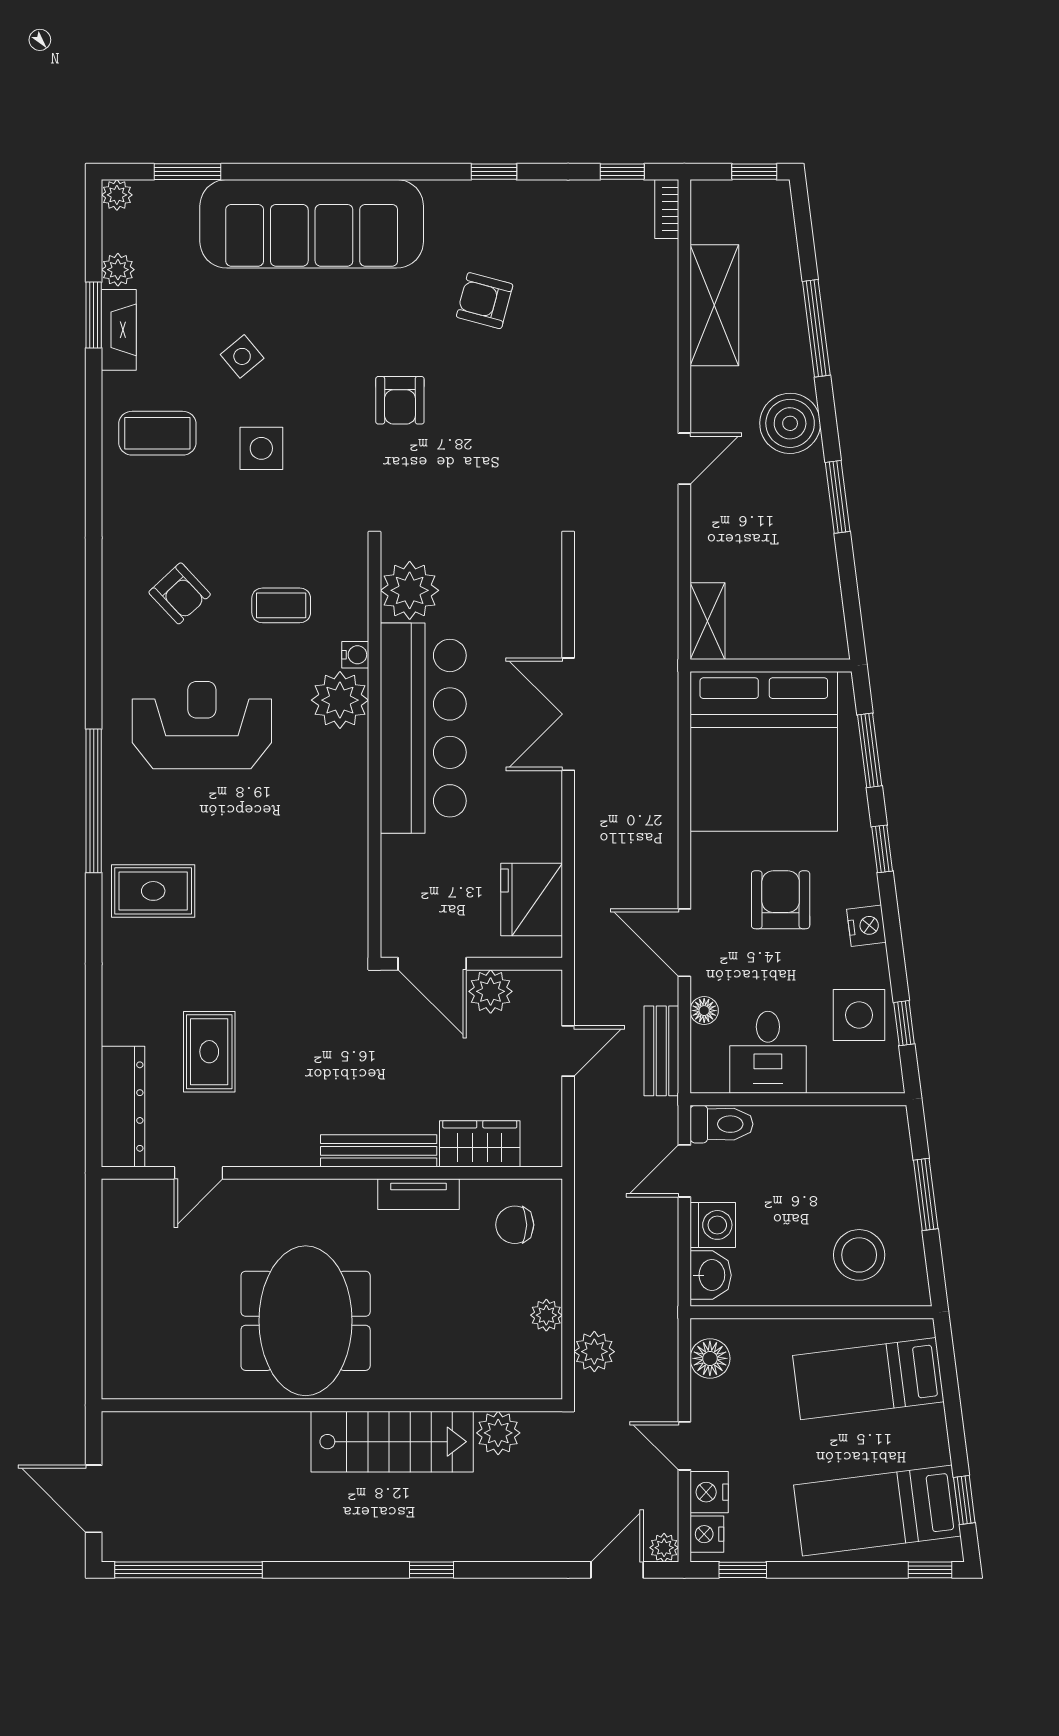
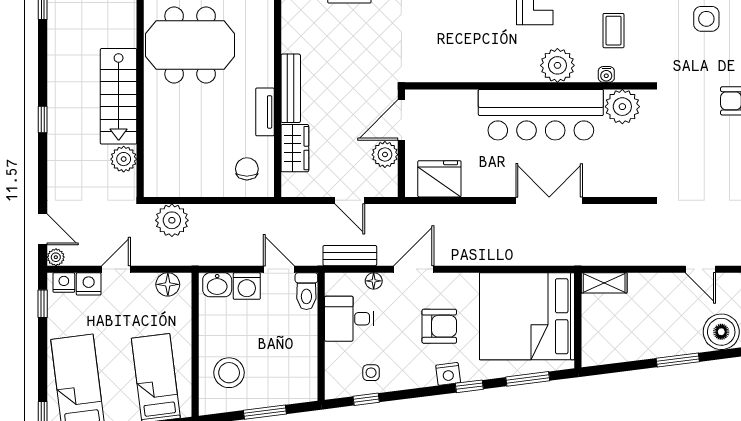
water cooler: (355, 655) -> (606, 74), moved
nightstand: (866, 926) -> (448, 374), moved
side table: (859, 1015) -> (371, 373), width x0.54, depth x0.54
plant: (546, 1315) -> (193, 188), removed
plant: (594, 1352) -> (172, 220), width x1.36, depth x1.36

